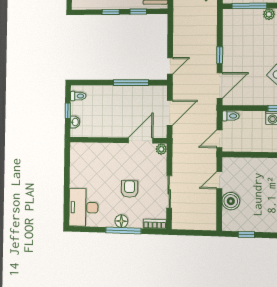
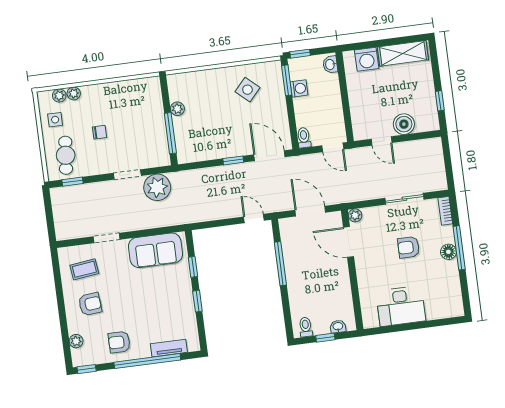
desk: (83, 207) -> (401, 306), moved

